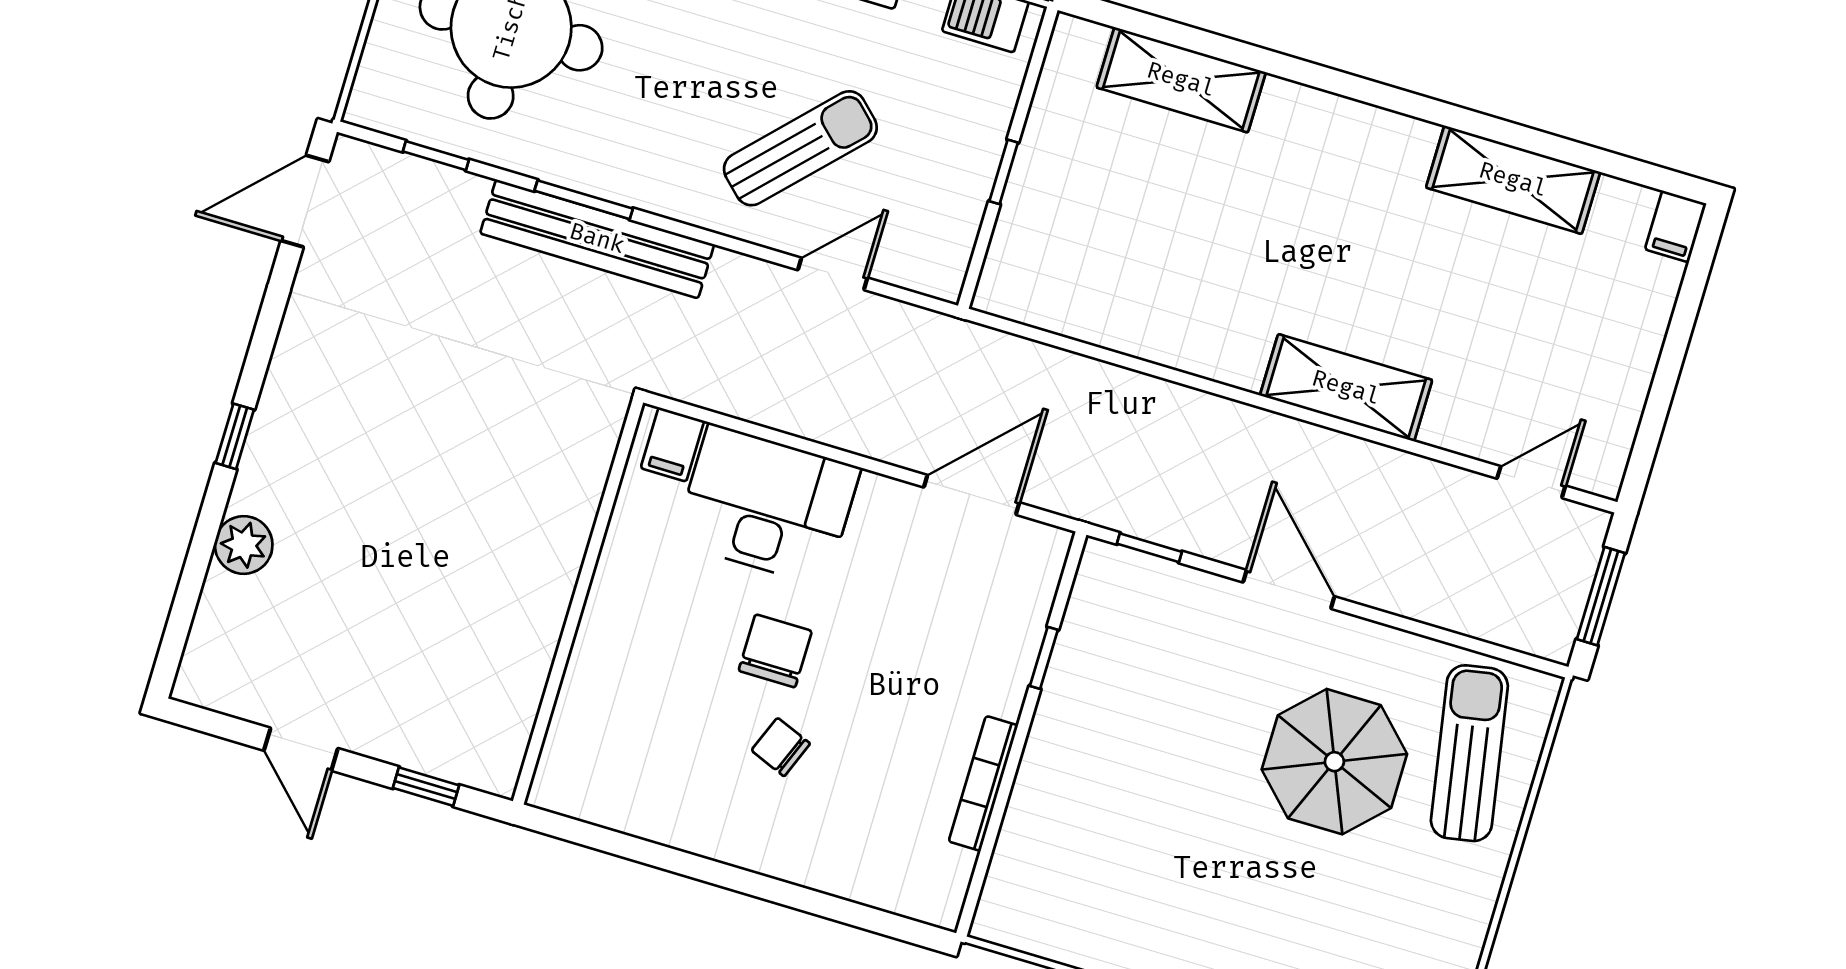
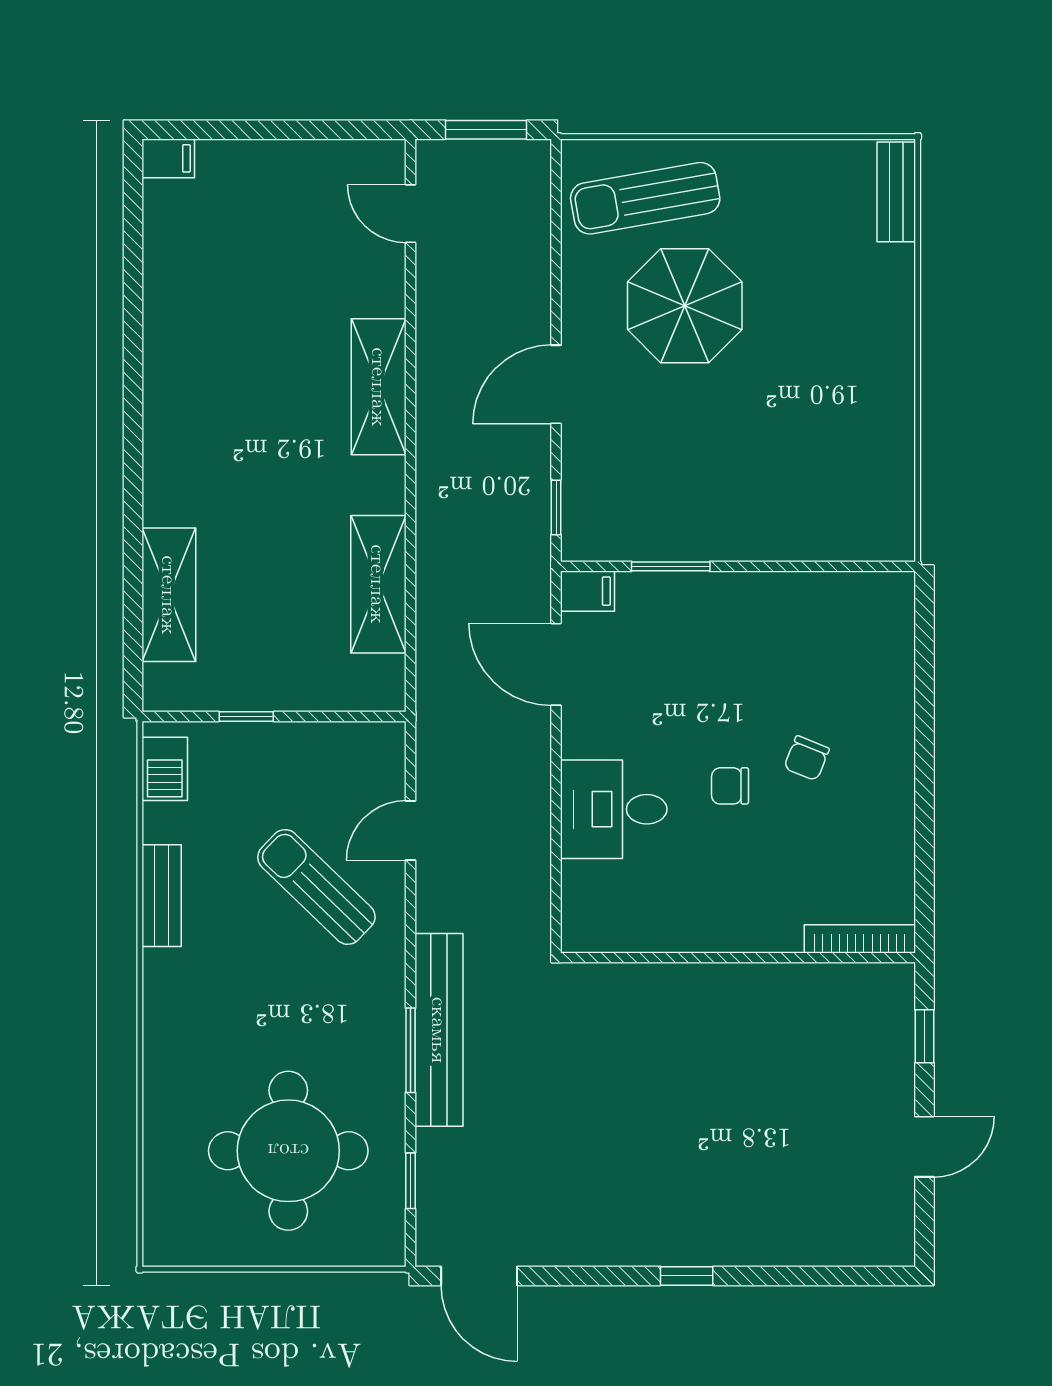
window: (1004, 172) -> (246, 716), moved
shelving: (1513, 180) -> (378, 584), moved
door: (833, 274) -> (410, 830), hinge flipped
filing cabinet: (672, 444) -> (588, 591), moved
desk: (767, 505) -> (614, 809), width x0.73
plant: (244, 545) -> (773, 1242), removed
chair: (775, 651) -> (730, 786), width x0.73, depth x0.73
window: (1044, 658) -> (671, 566), width x1.50
bookcase: (983, 783) -> (860, 939), moved, turned 180

